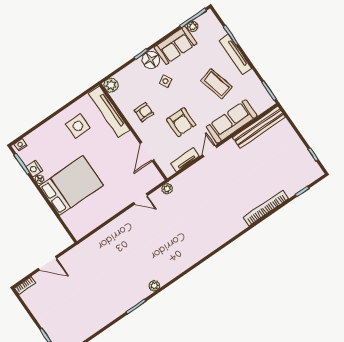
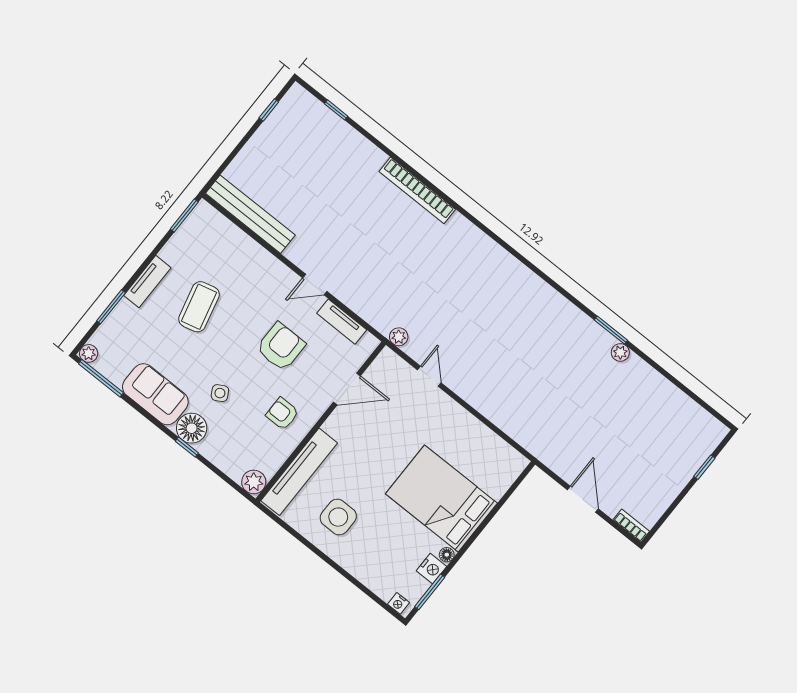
plant: (193, 27) -> (89, 353), moved
tv unit: (235, 54) -> (147, 282), width x0.71
sofa: (232, 121) -> (254, 262), removed
bookcase: (266, 208) -> (417, 190), moved
plant: (154, 286) -> (620, 352), moved

